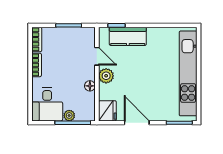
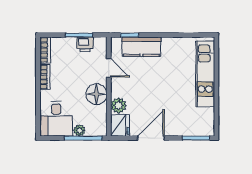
printer: (74, 34) -> (85, 44), added
kitchen unit: (188, 73) -> (205, 74), width x0.73
plant: (106, 76) -> (119, 105), moved
floor lamp: (90, 86) -> (96, 94), width x1.89, depth x1.89
door: (137, 123) -> (151, 138), hinge flipped

